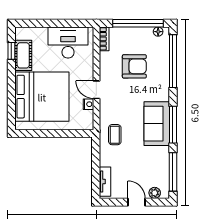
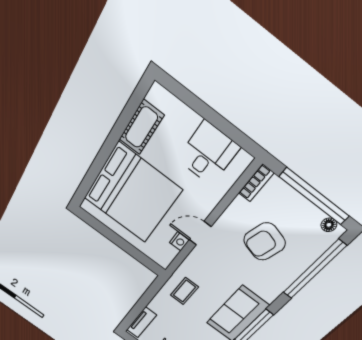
desk: (68, 43) -> (208, 153), width x0.73
window: (11, 51) -> (130, 110), removed
armchair: (134, 66) -> (264, 242), turned 106
door: (96, 90) -> (200, 233), hinge flipped

